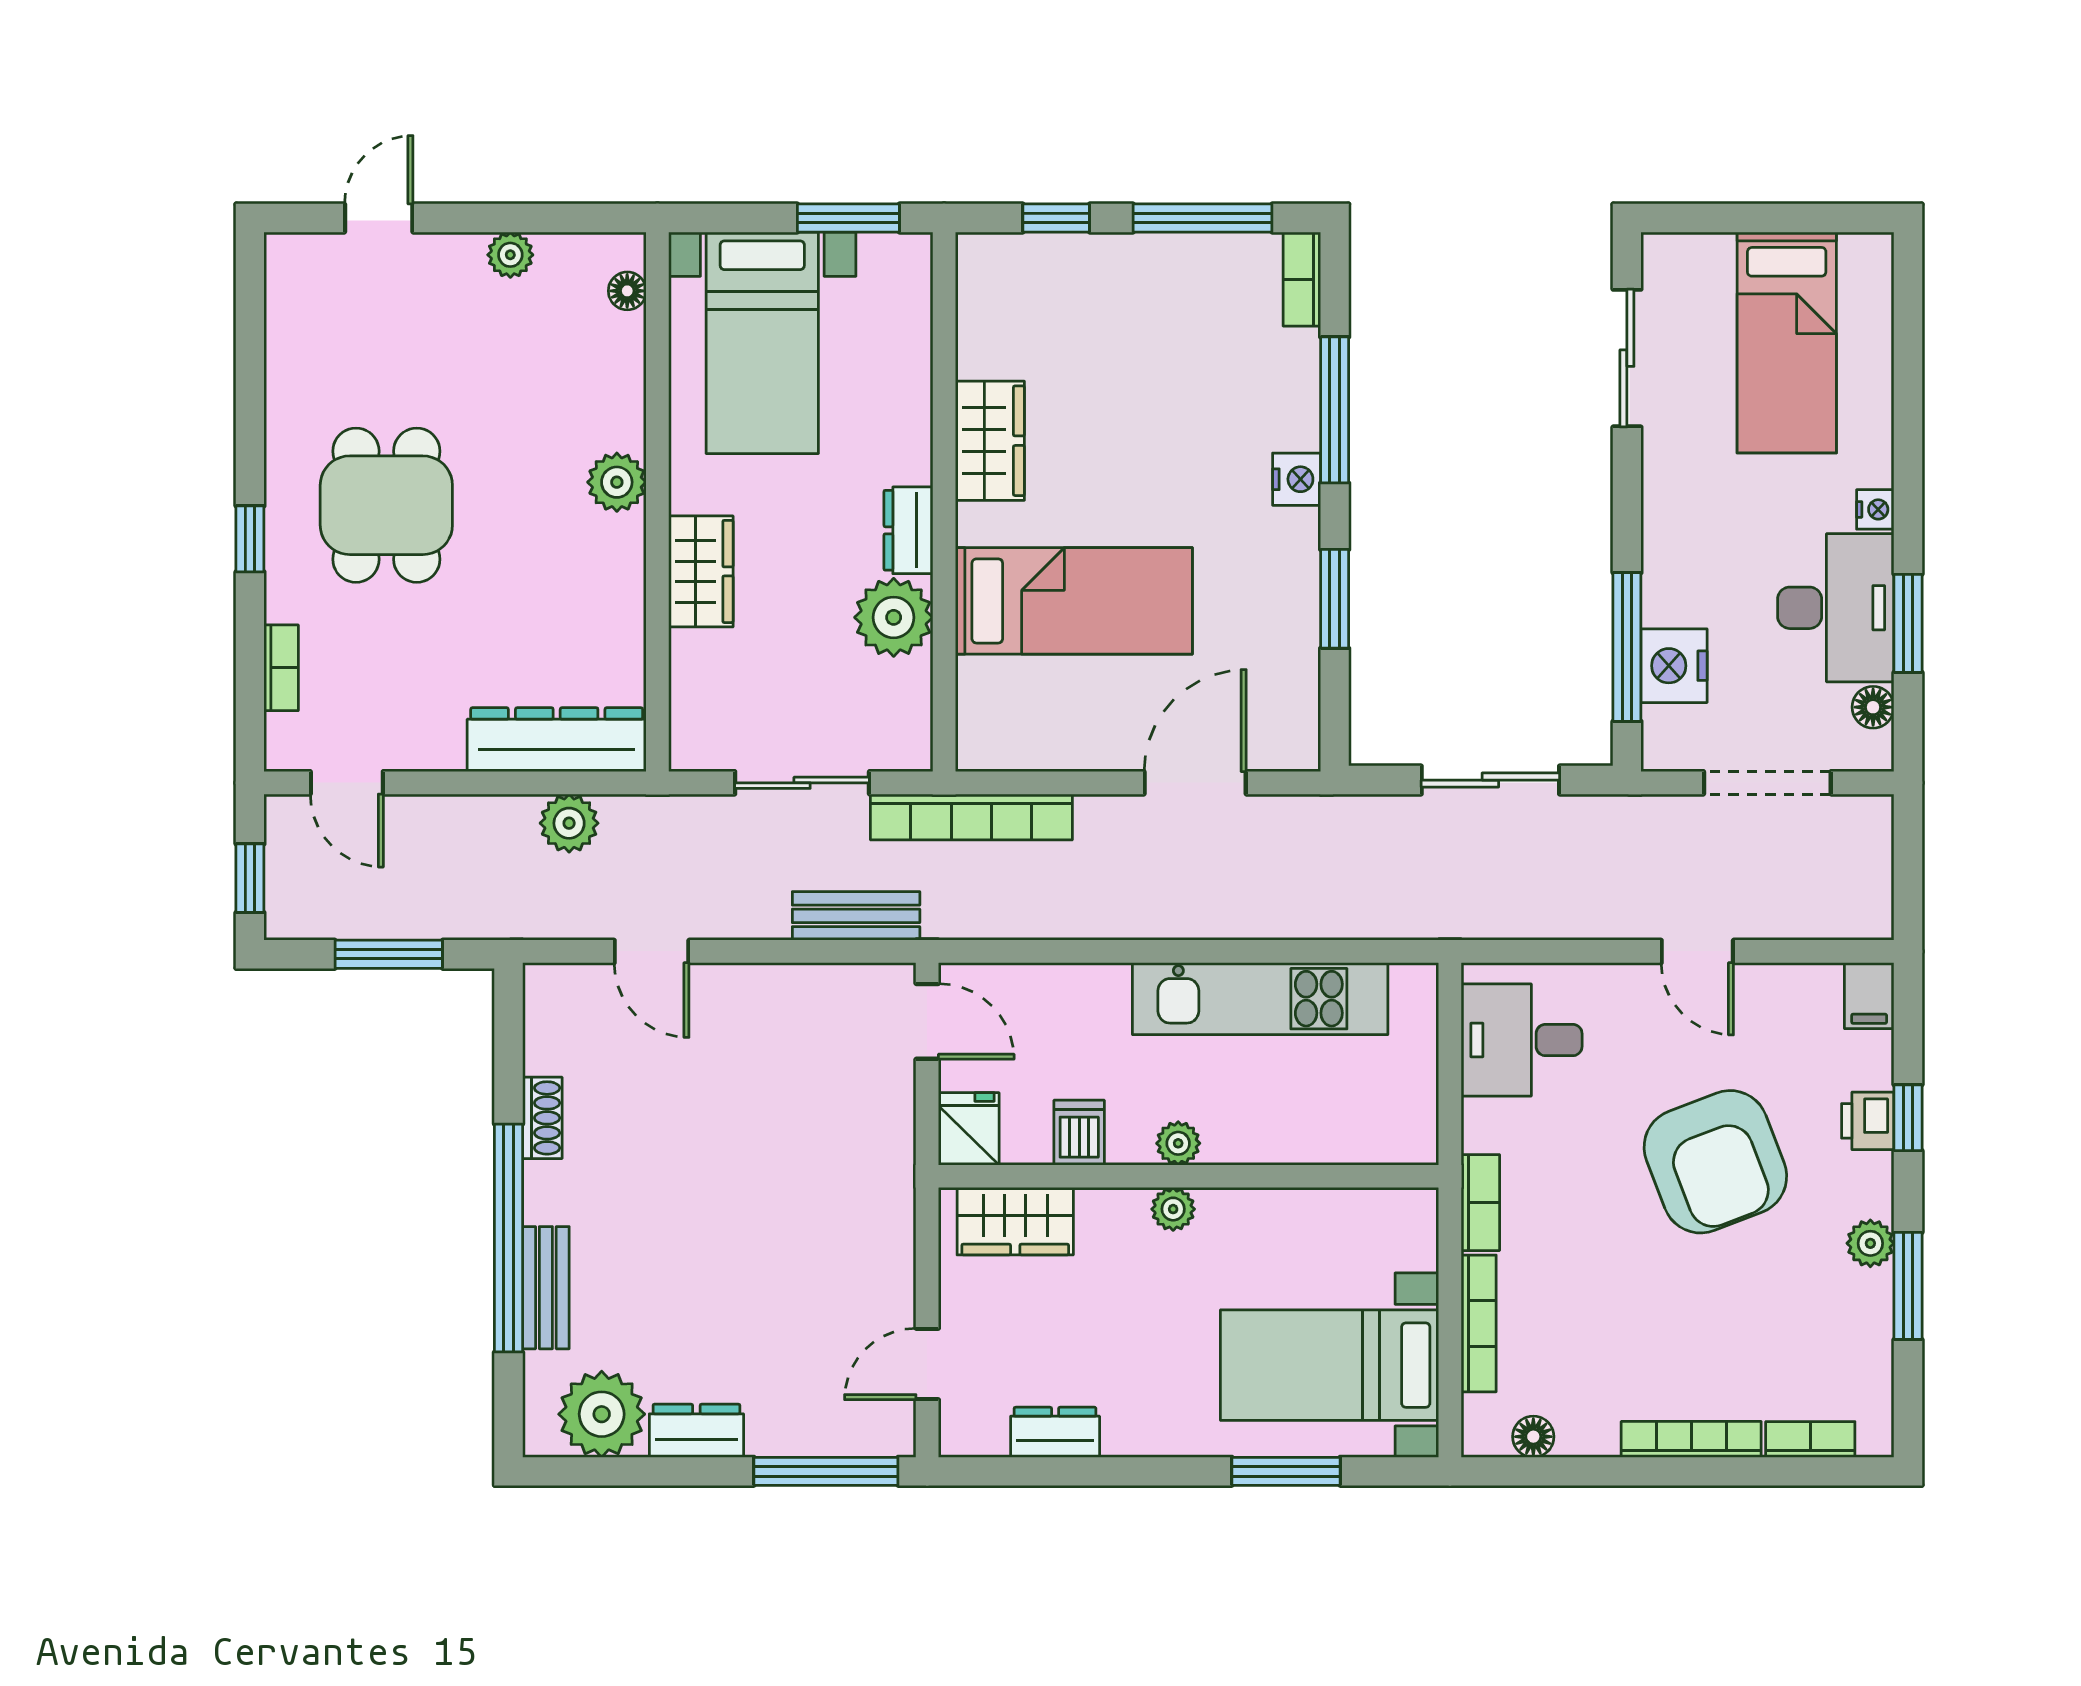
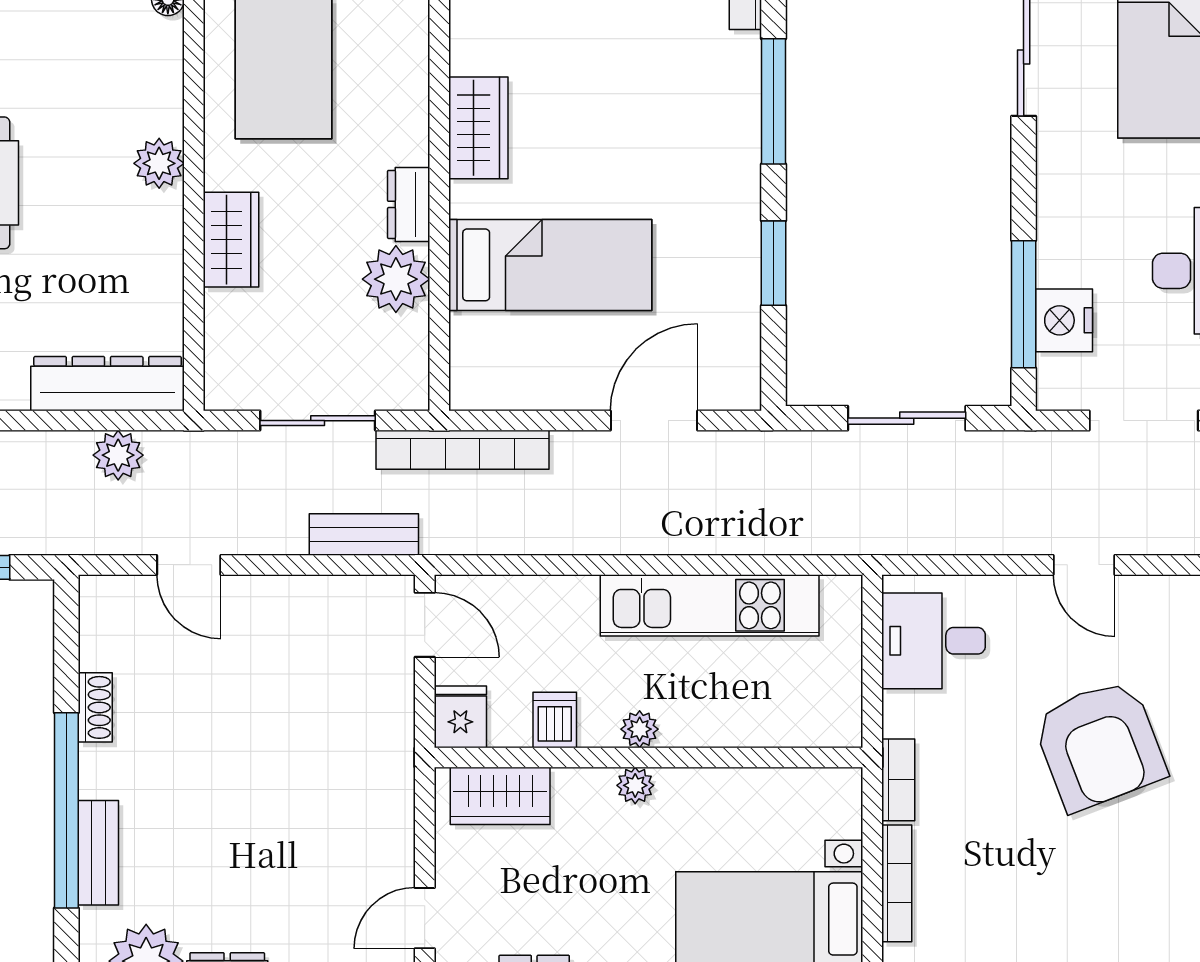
nightstand: (1297, 479) -> (741, 161), removed

